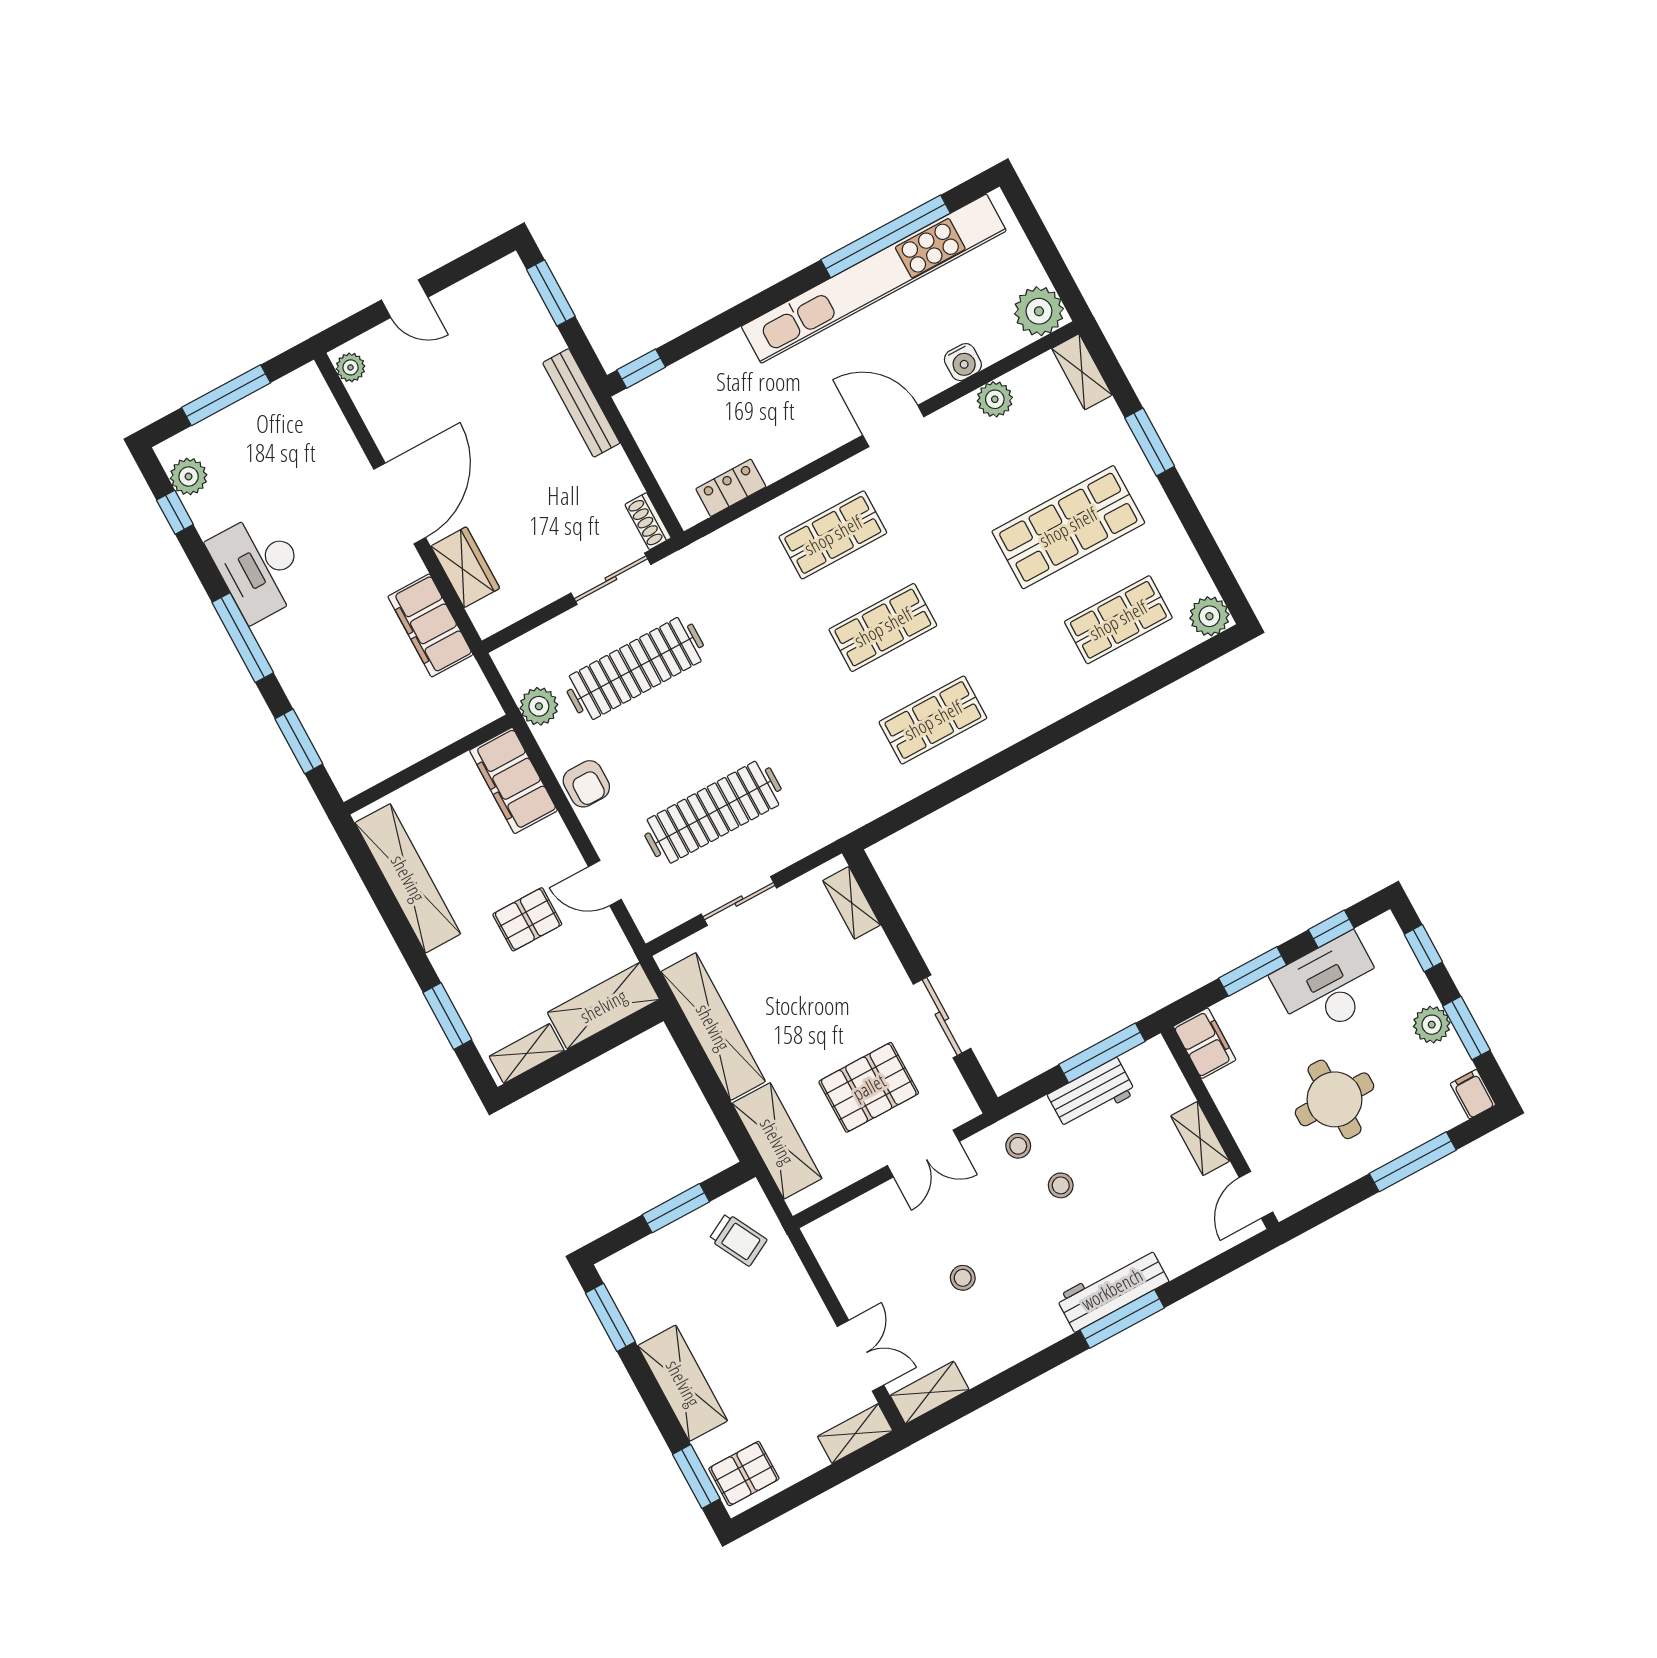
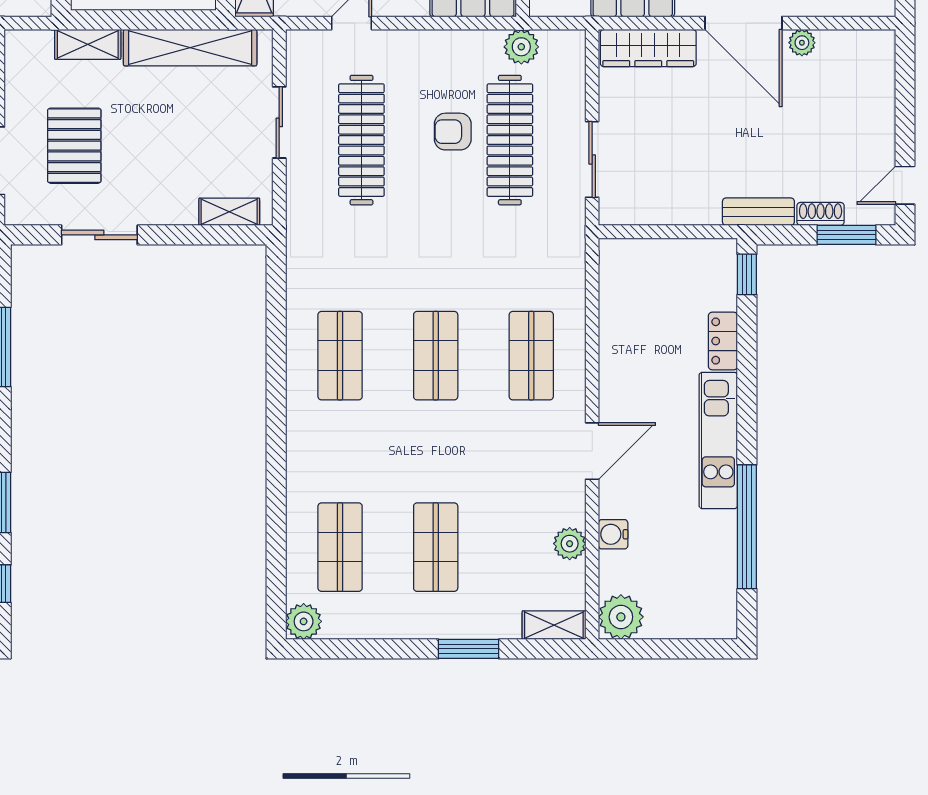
kitchen unit: (874, 279) -> (718, 440), width x0.54
door: (405, 299) -> (905, 185), moved
plant: (351, 367) -> (802, 43), moved
bench: (581, 403) -> (758, 212), width x0.73
locker: (731, 488) -> (723, 341), moved, turned 180
shoe rack: (648, 521) -> (821, 214), moved
shop shelf: (1068, 527) -> (436, 547), width x0.70, depth x0.74
wardrobe: (465, 567) -> (648, 48), width x1.50
armchair: (586, 784) -> (453, 132), moved
shelving: (777, 1141) -> (88, 44), width x0.67, depth x0.75

